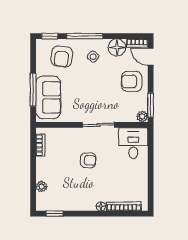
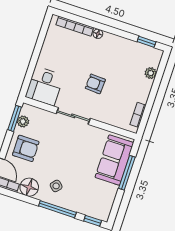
armchair: (62, 56) -> (87, 196), removed
plant: (142, 116) -> (23, 121), moved

